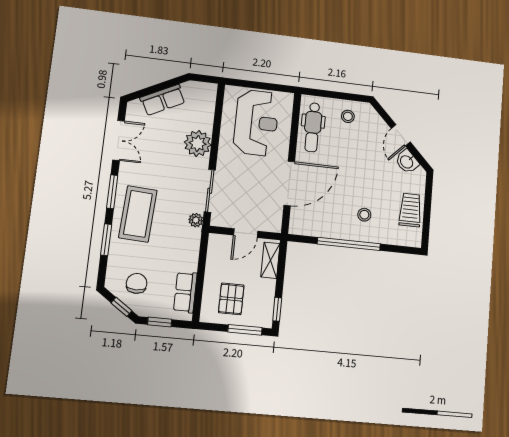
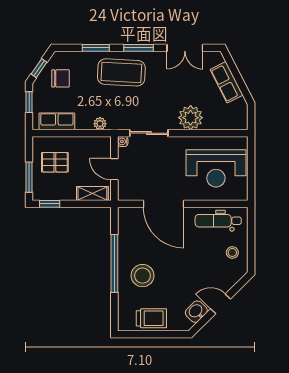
stool: (364, 215) -> (143, 276), width x1.89, depth x1.89
plant: (196, 220) -> (100, 124), moved
water cooler: (216, 221) -> (123, 141), added

